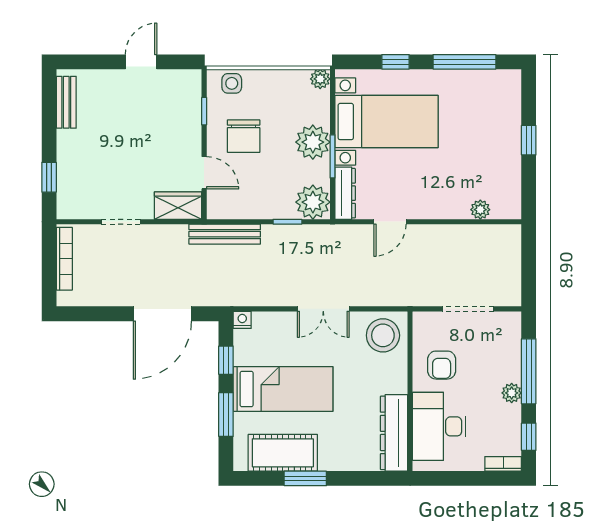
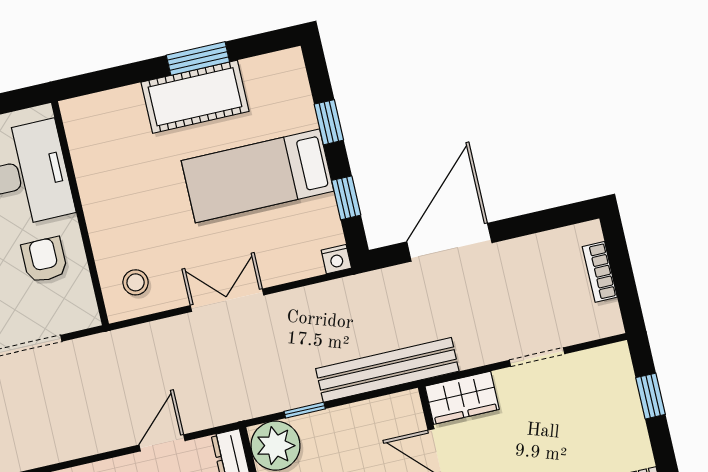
bench: (225, 234) -> (387, 370), width x1.37, depth x1.21
bookcase: (64, 259) -> (600, 272), width x0.64
stool: (383, 335) -> (136, 282), width x0.53, depth x0.53
window: (226, 415) -> (329, 122), width x0.67
dresser: (394, 433) -> (89, 150), removed
cot: (283, 453) -> (195, 97), moved

